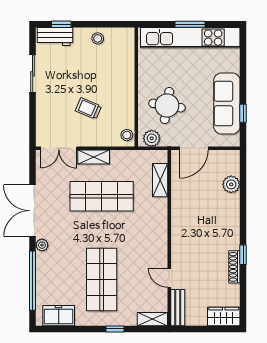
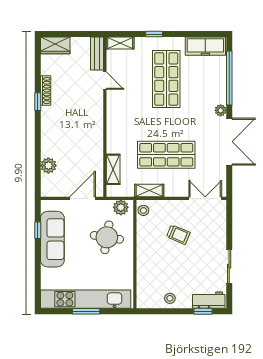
shelving: (94, 157) -> (149, 190), moved
freezer: (59, 316) -> (205, 46), width x1.40

